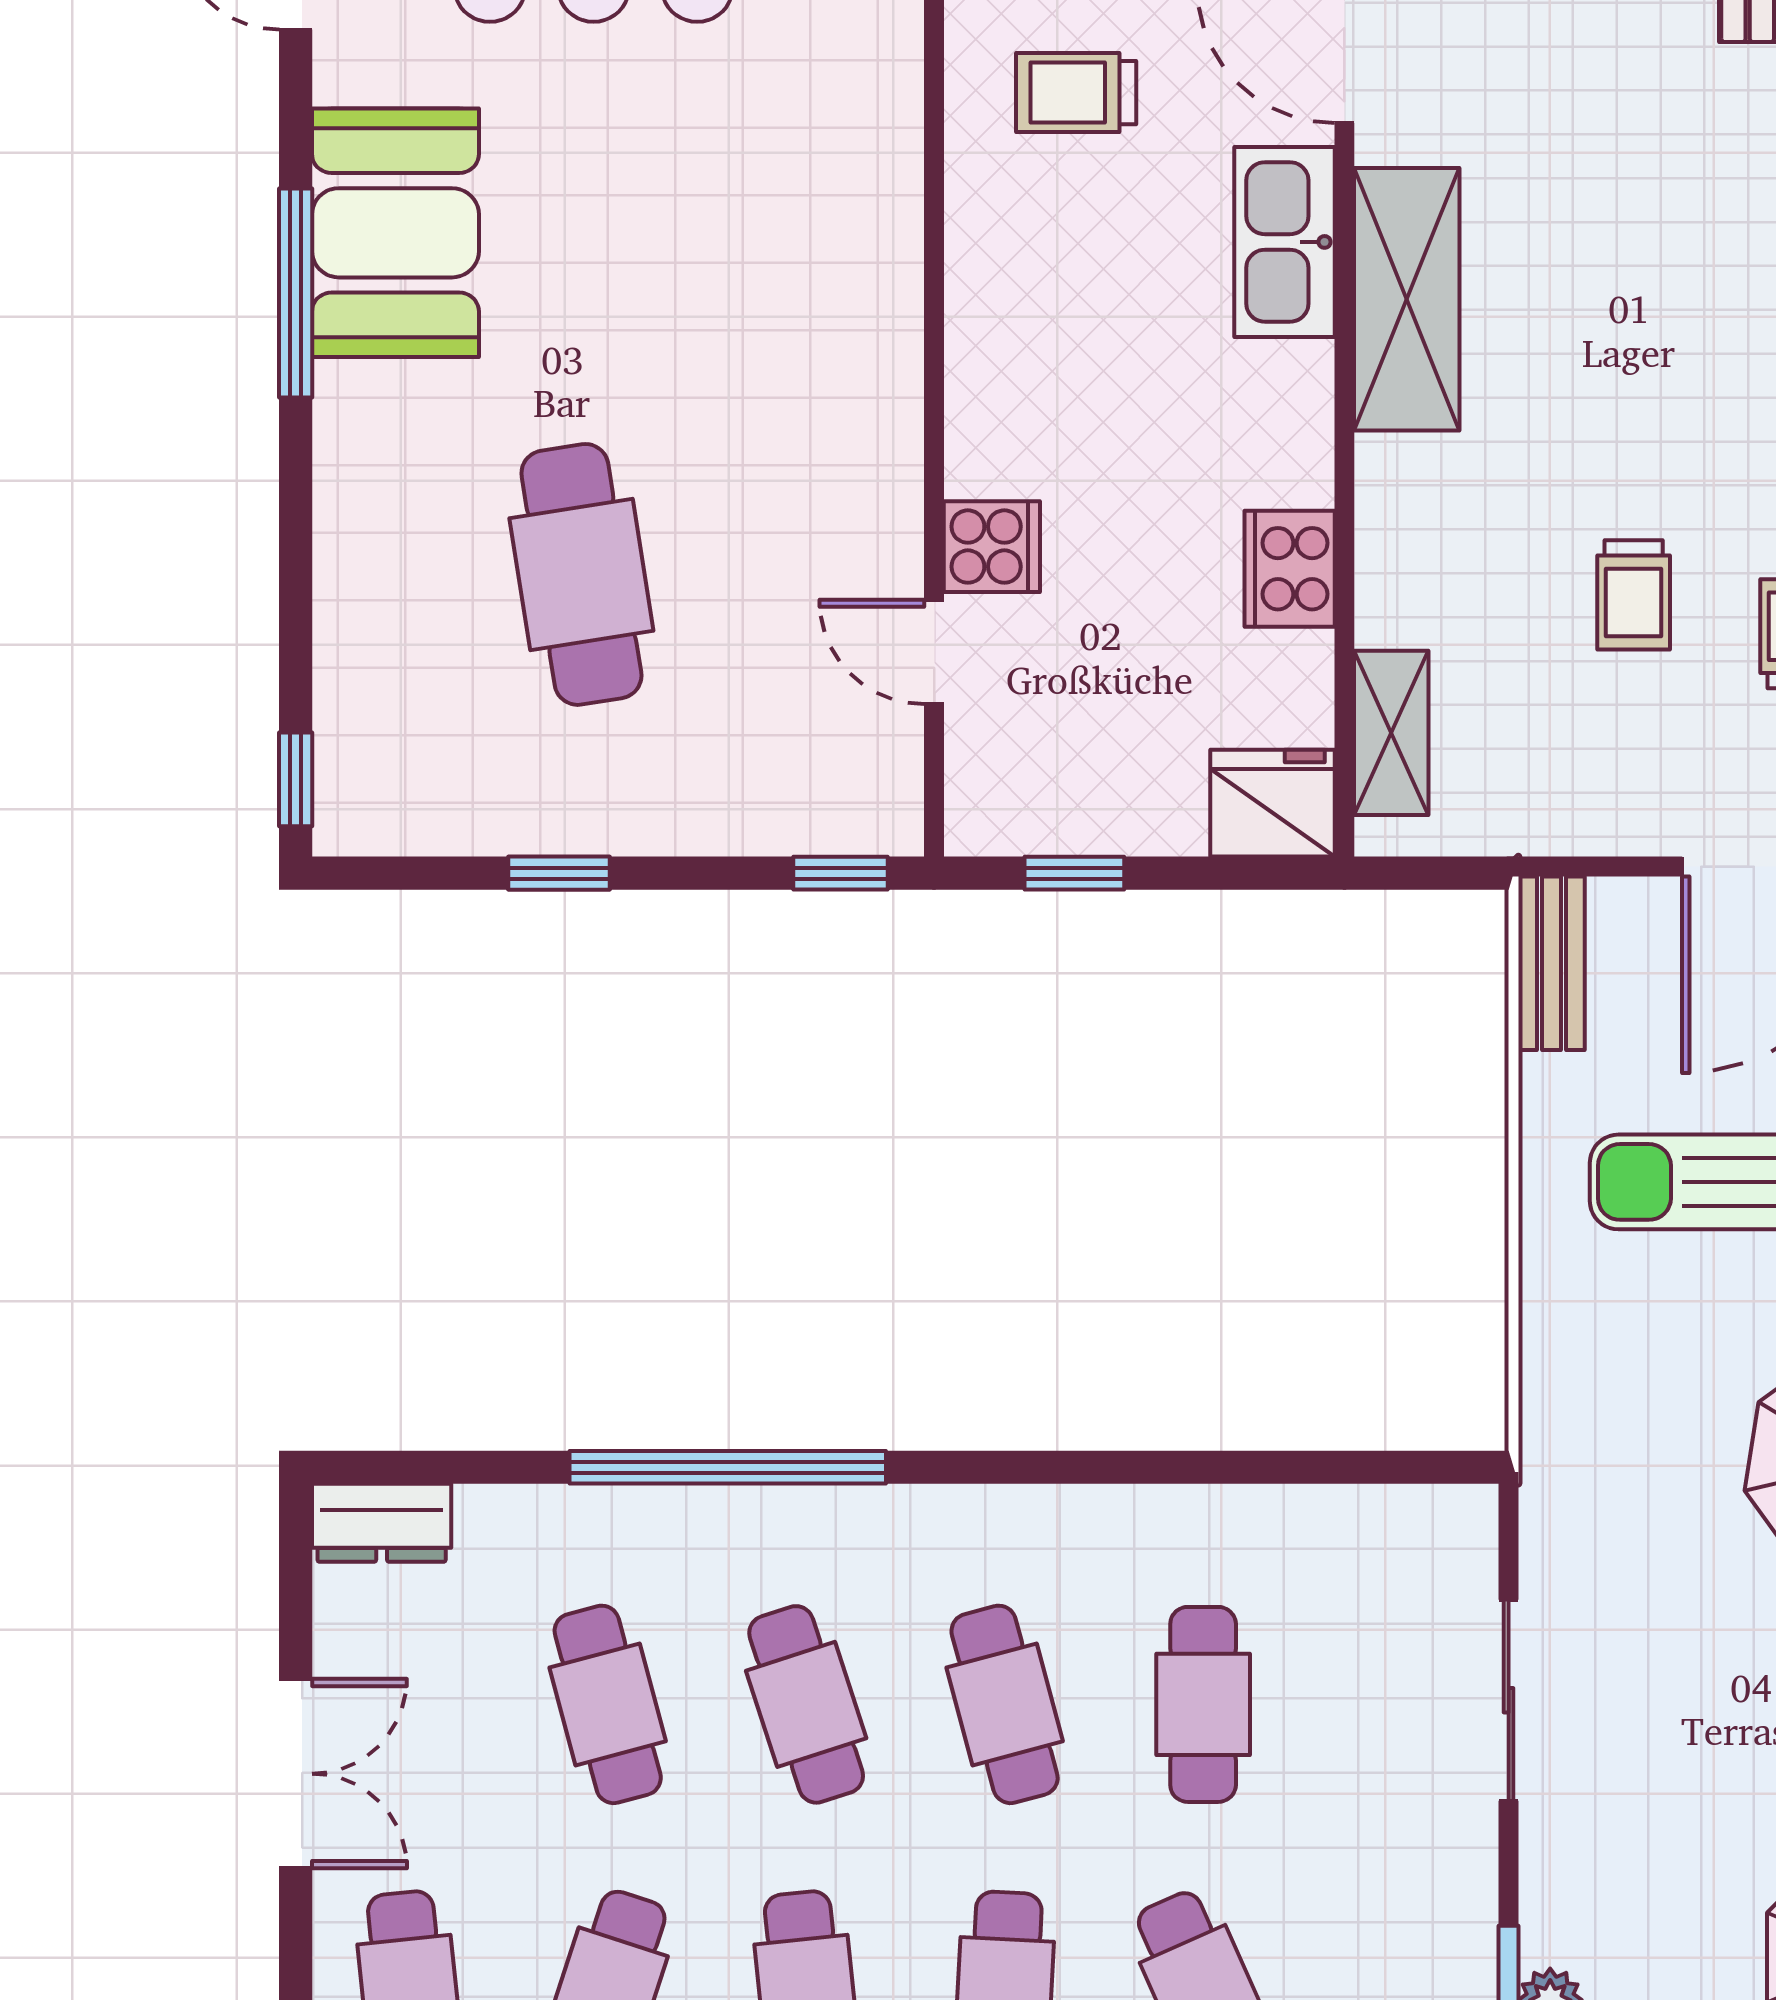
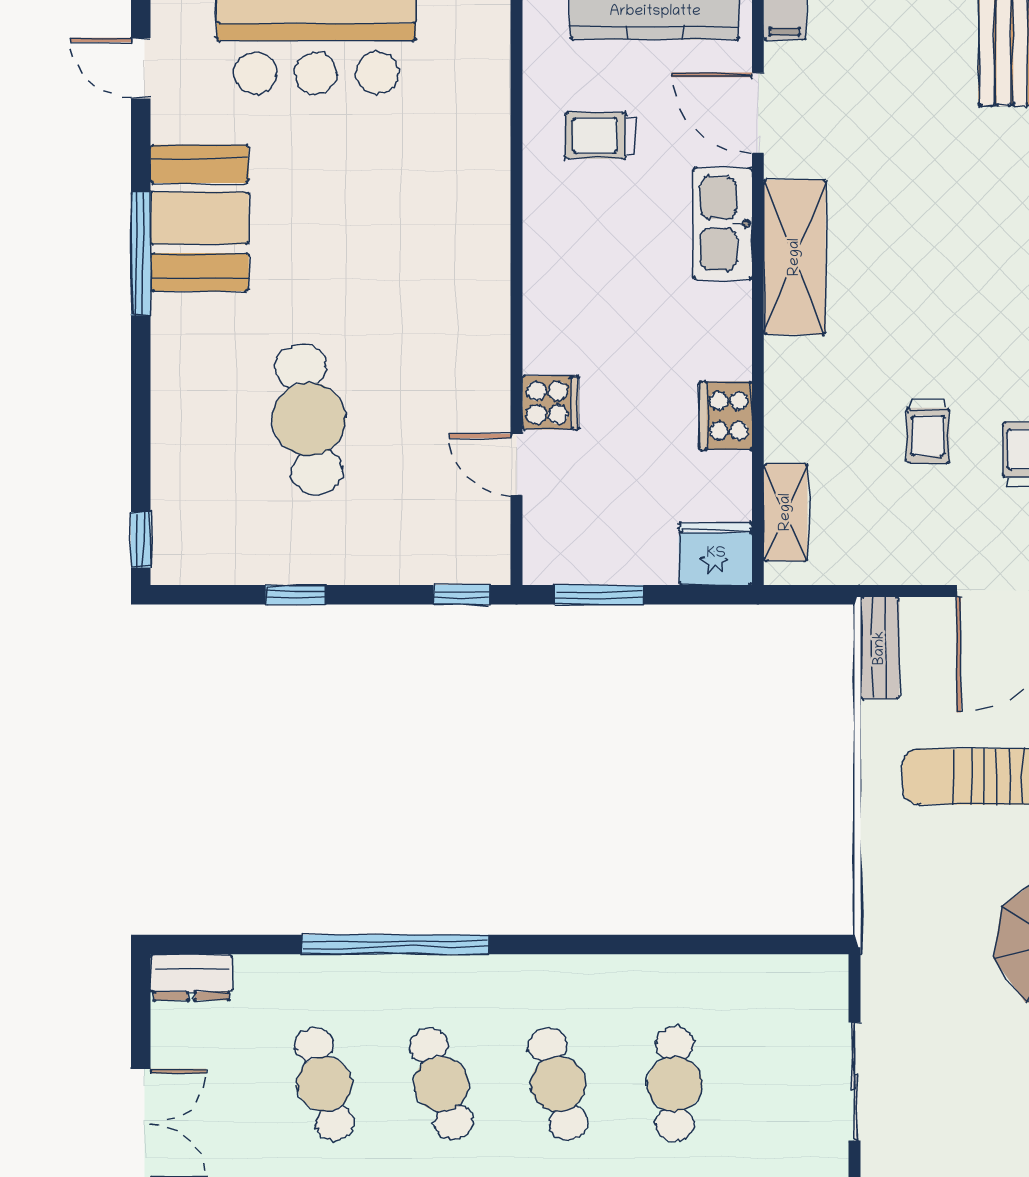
window: (1074, 873) -> (599, 595), width x1.50

